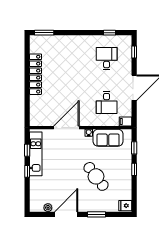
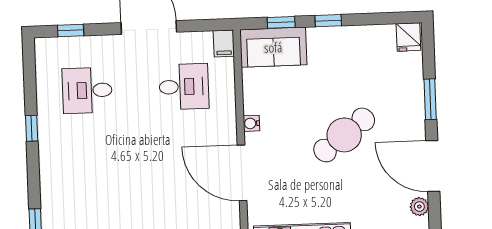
window: (109, 33) -> (32, 128), moved
sofa: (108, 138) -> (273, 47), moved, turned 90
cafe table: (96, 176) -> (344, 135), moved

